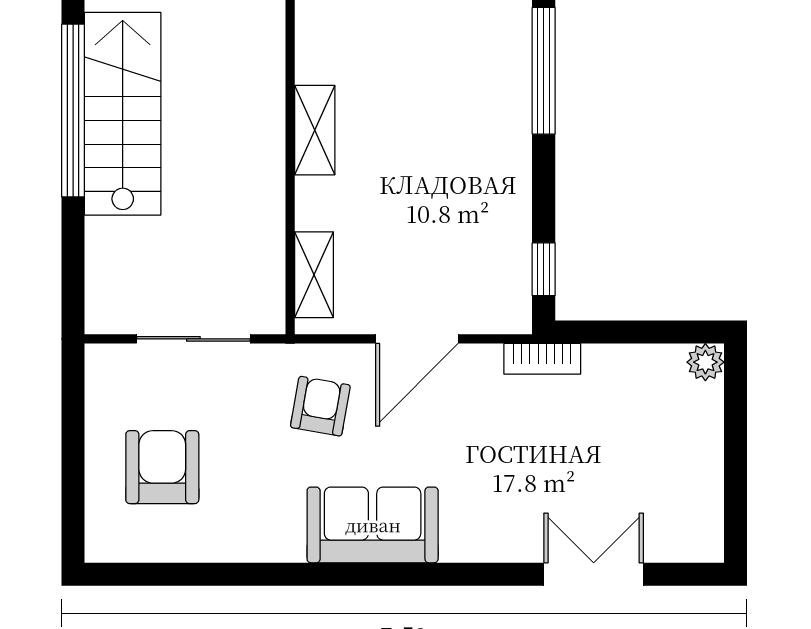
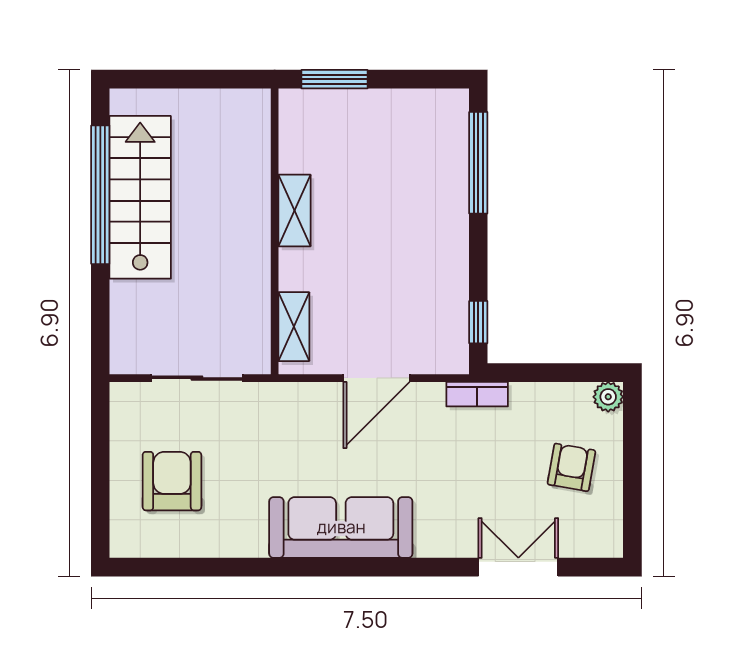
armchair: (320, 406) -> (571, 467), moved
sofa: (373, 525) -> (341, 527), width x1.36

